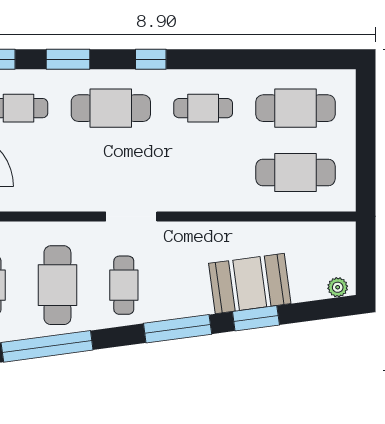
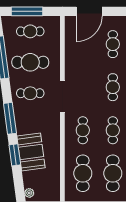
cafe table: (111, 108) -> (113, 87), width x0.73, depth x0.74
cafe table: (203, 172) -> (83, 130), added
doorway: (131, 216) -> (62, 97), width x1.36

